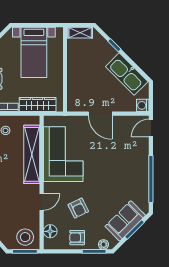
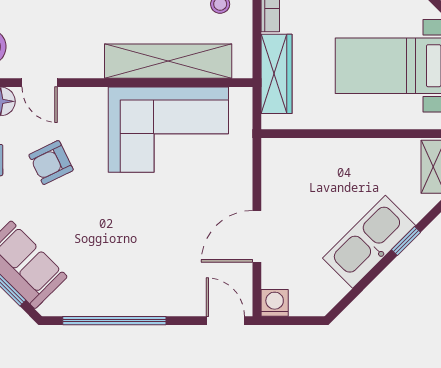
kitchen sink: (127, 74) -> (369, 242), moved
door: (100, 114) -> (257, 236), moved
door: (42, 202) -> (40, 83), moved

